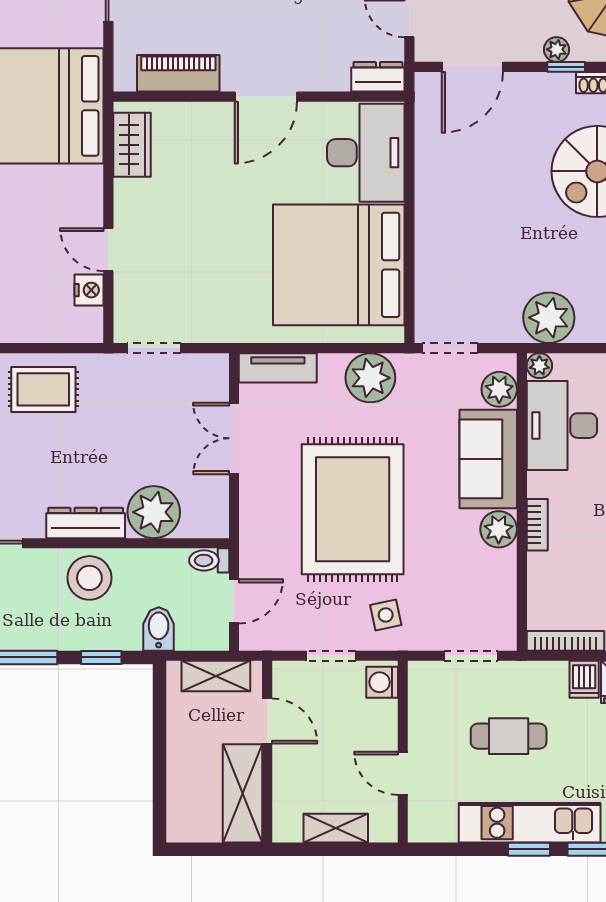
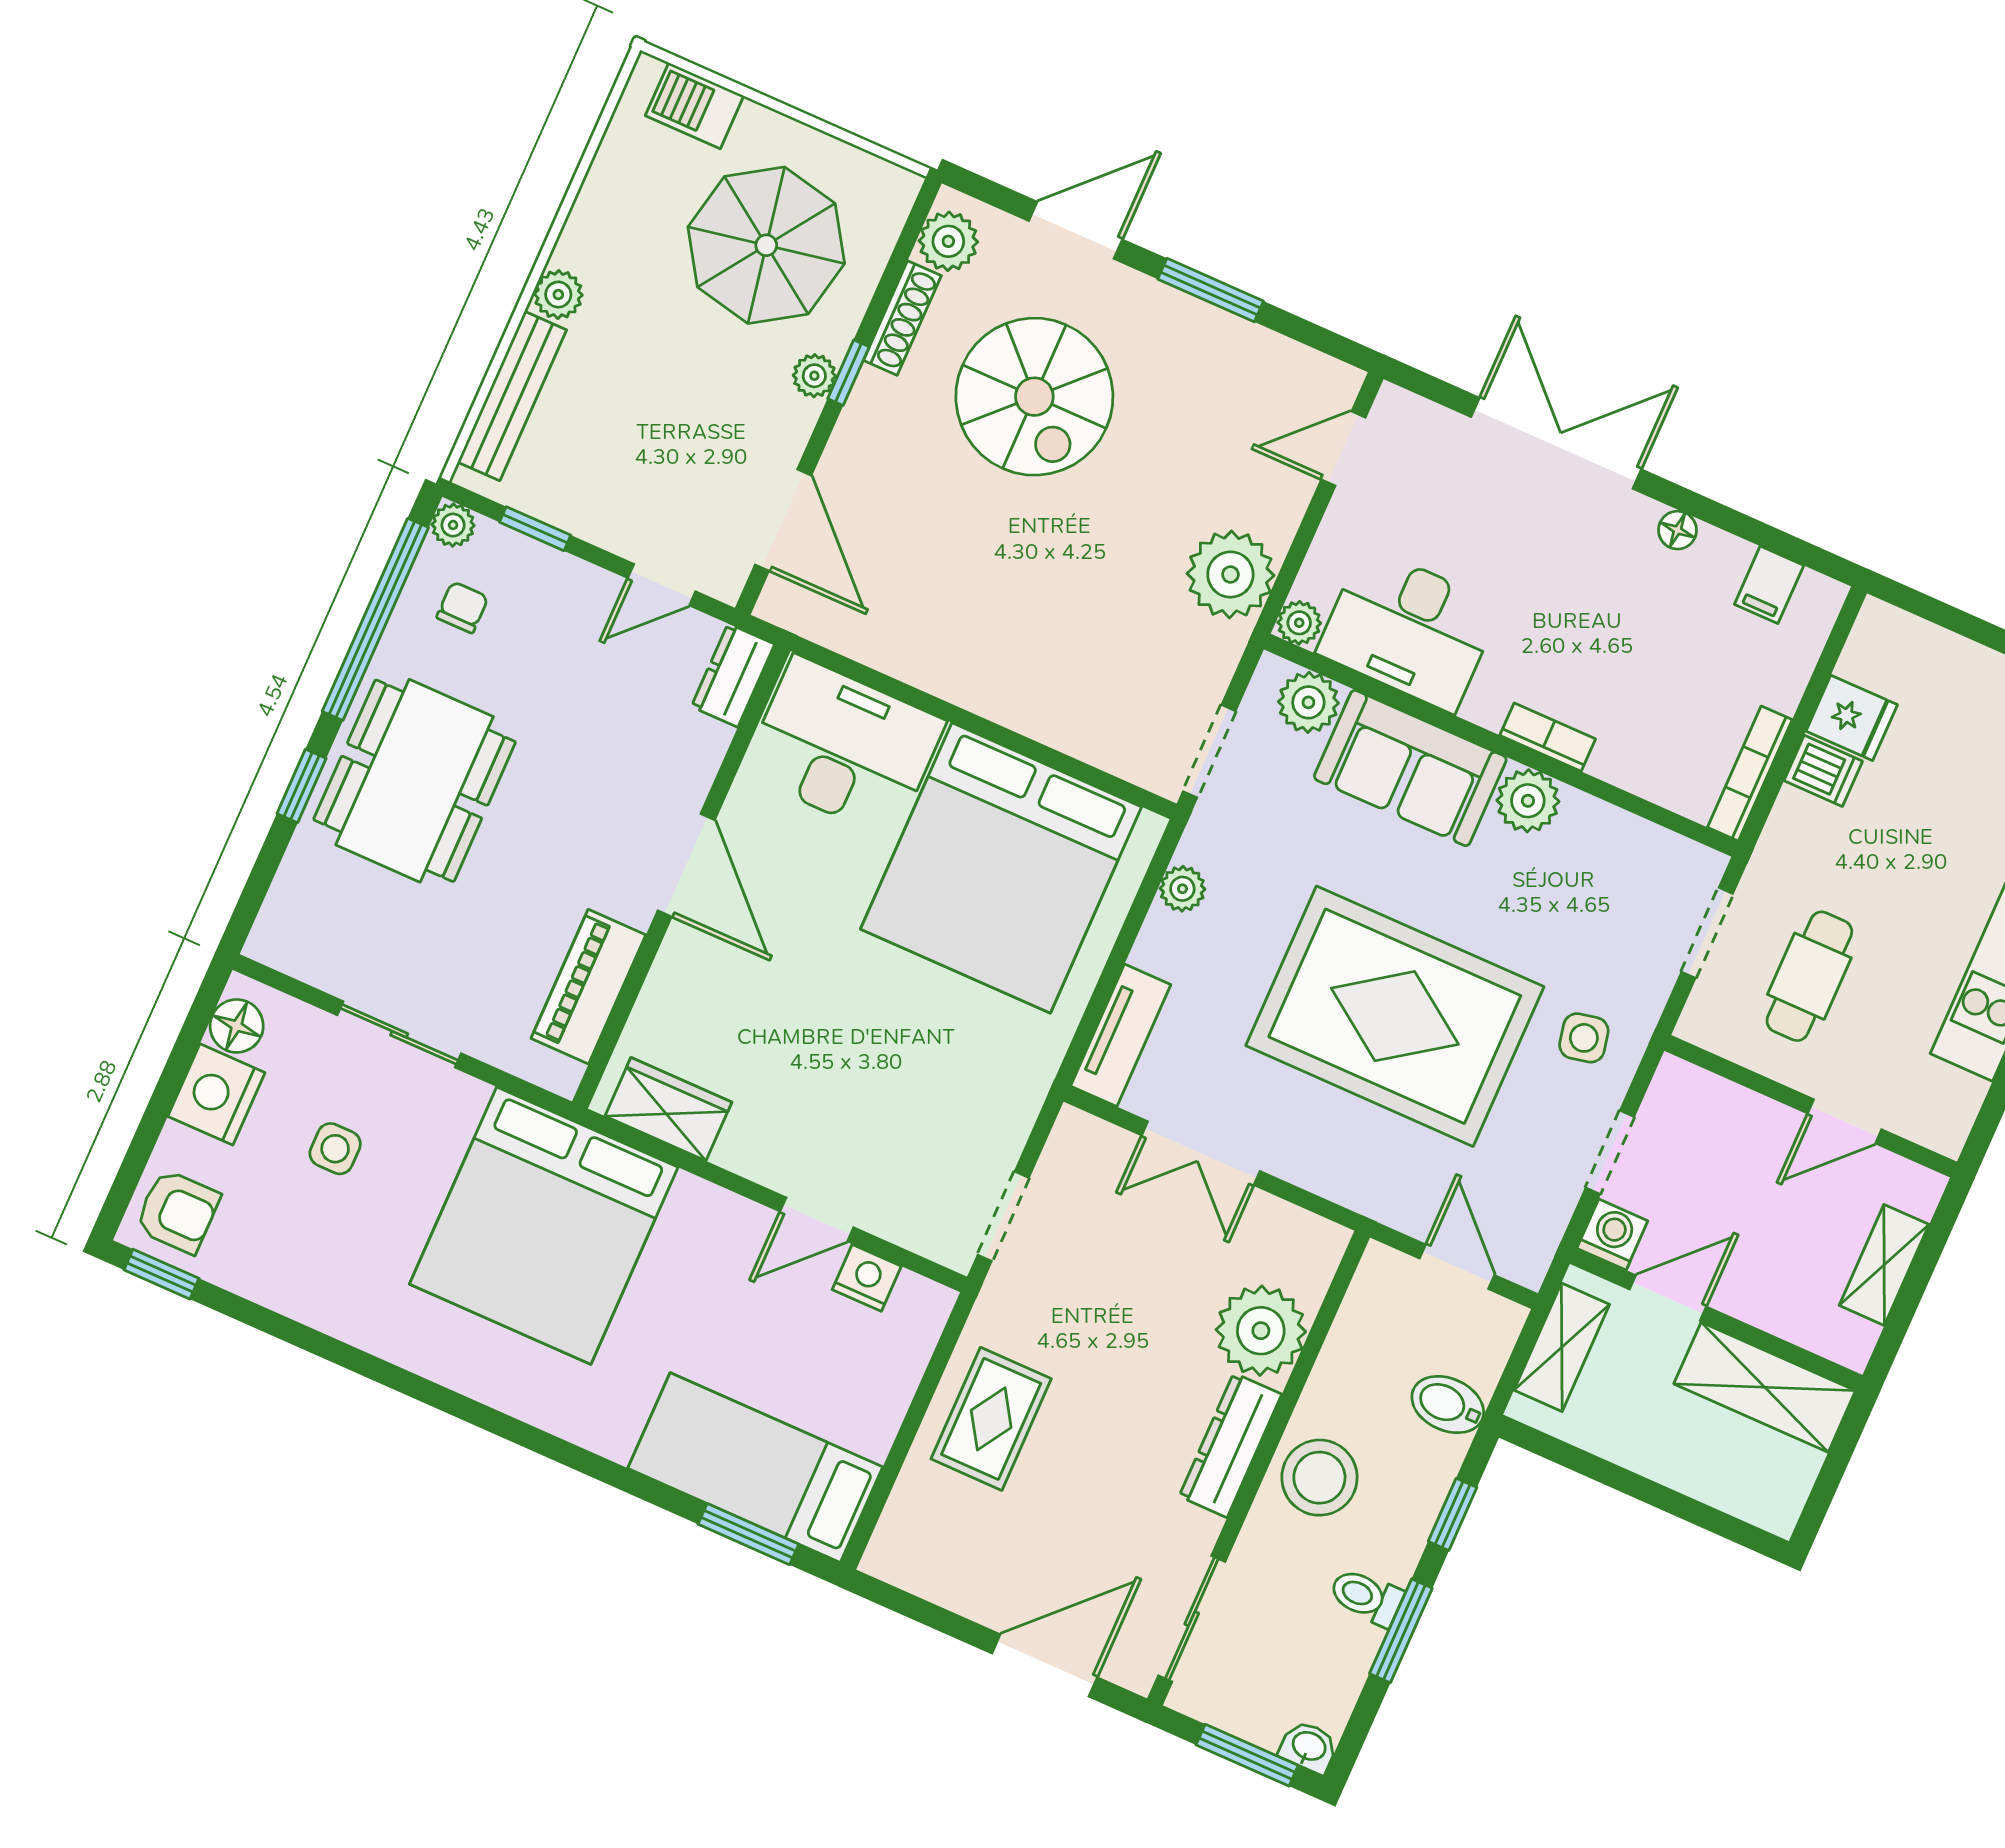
plant: (370, 378) -> (1182, 889), width x0.53, depth x0.53
toilet: (209, 560) -> (1366, 1597), moved, turned 90
washing machine: (382, 682) -> (1612, 1235), moved, turned 180
cafe table: (509, 736) -> (1809, 976), moved

